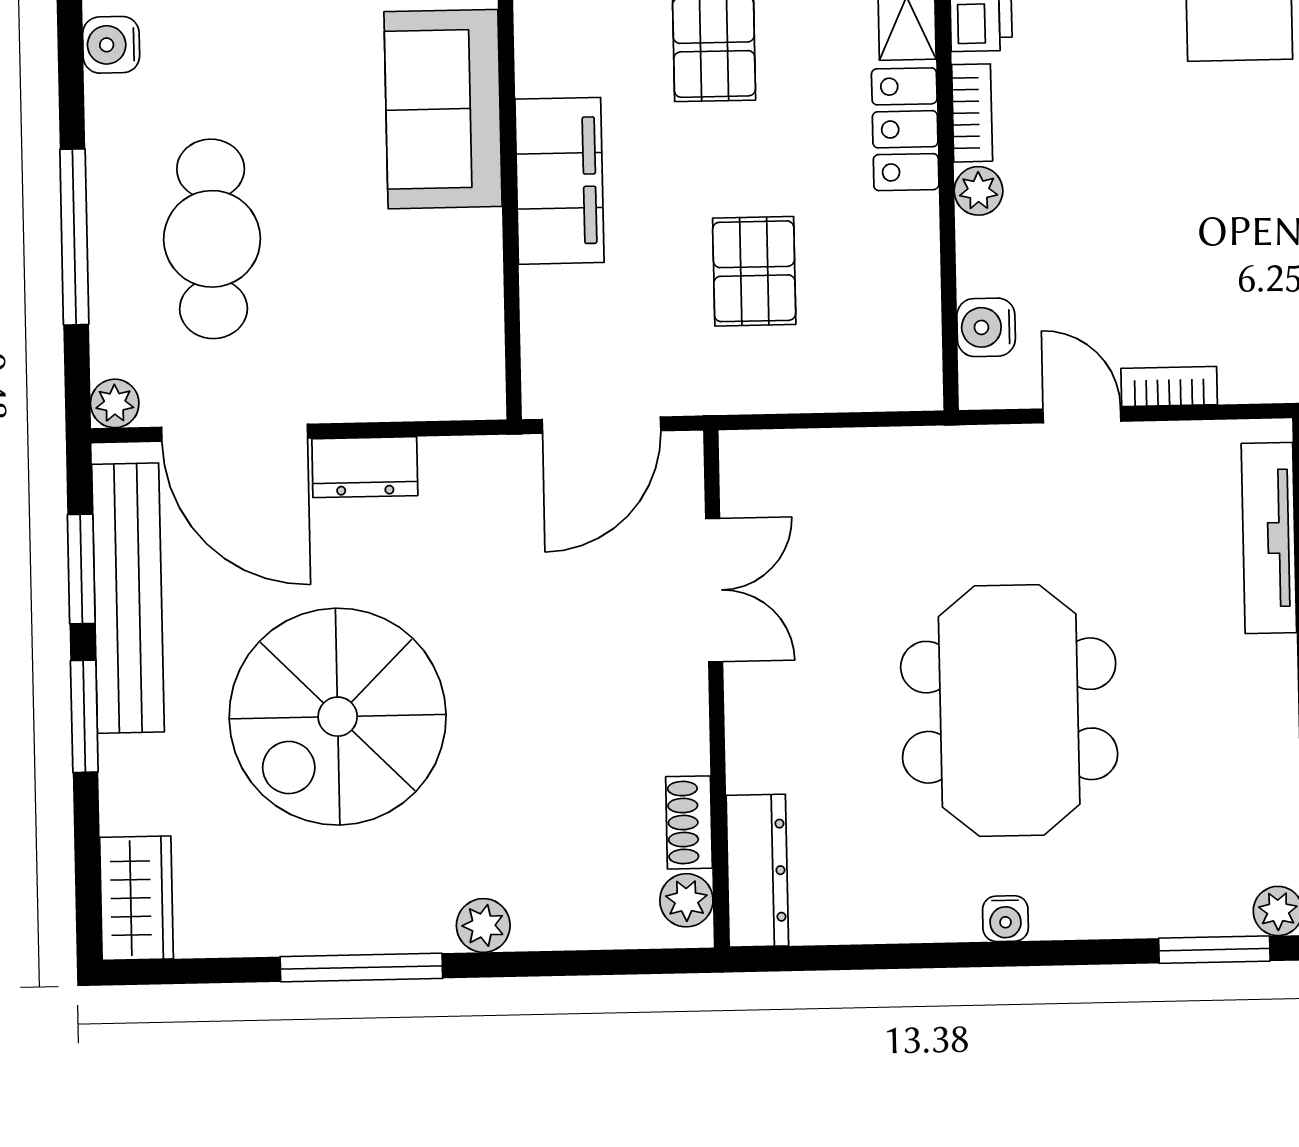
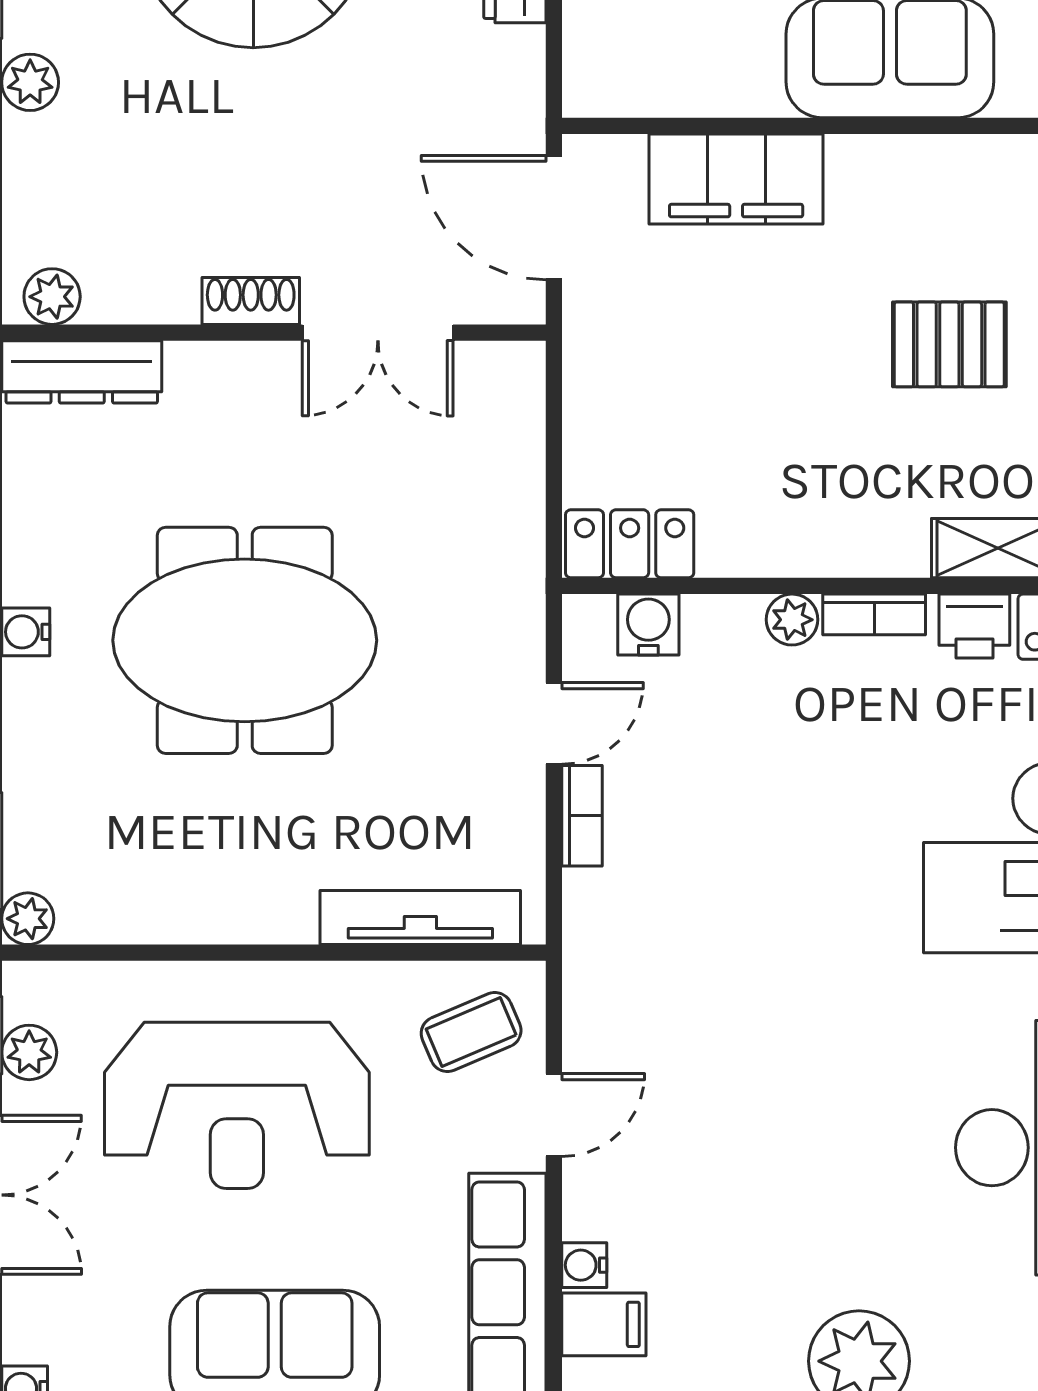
locker: (905, 129) -> (630, 544), moved
filing cabinet: (560, 181) -> (736, 179), moved
pallet: (754, 271) -> (712, 382), removed
shoe rack: (689, 822) -> (251, 301), moved

